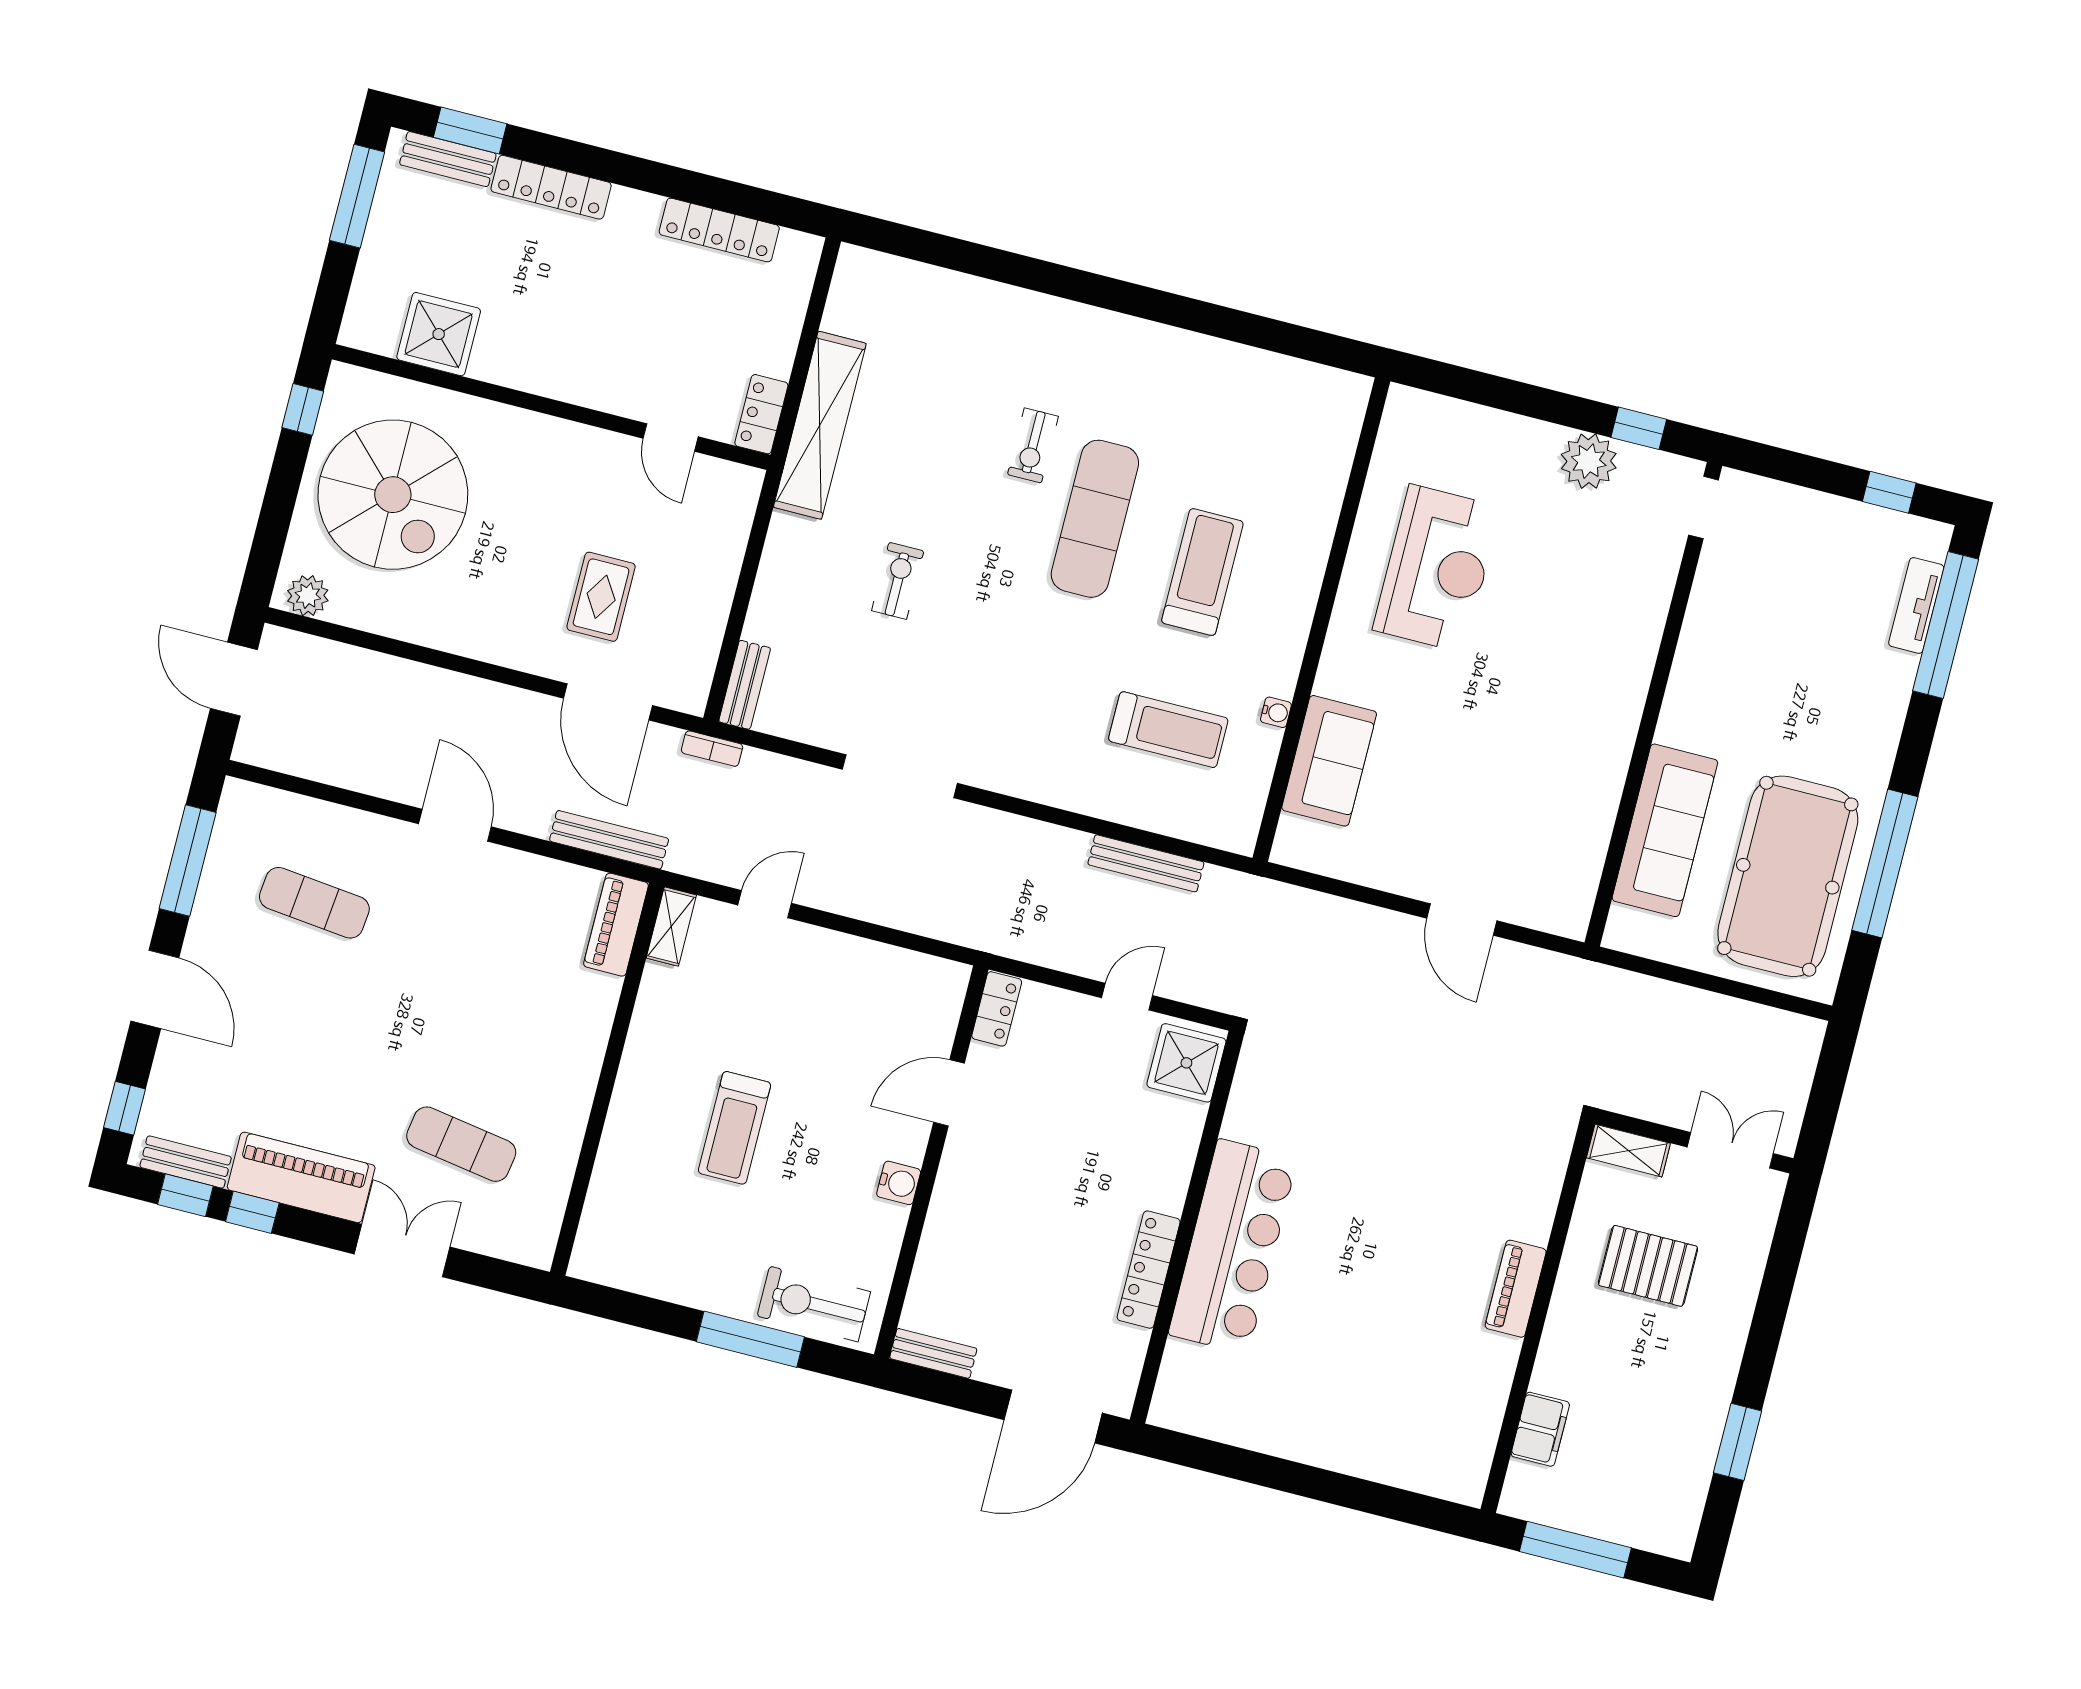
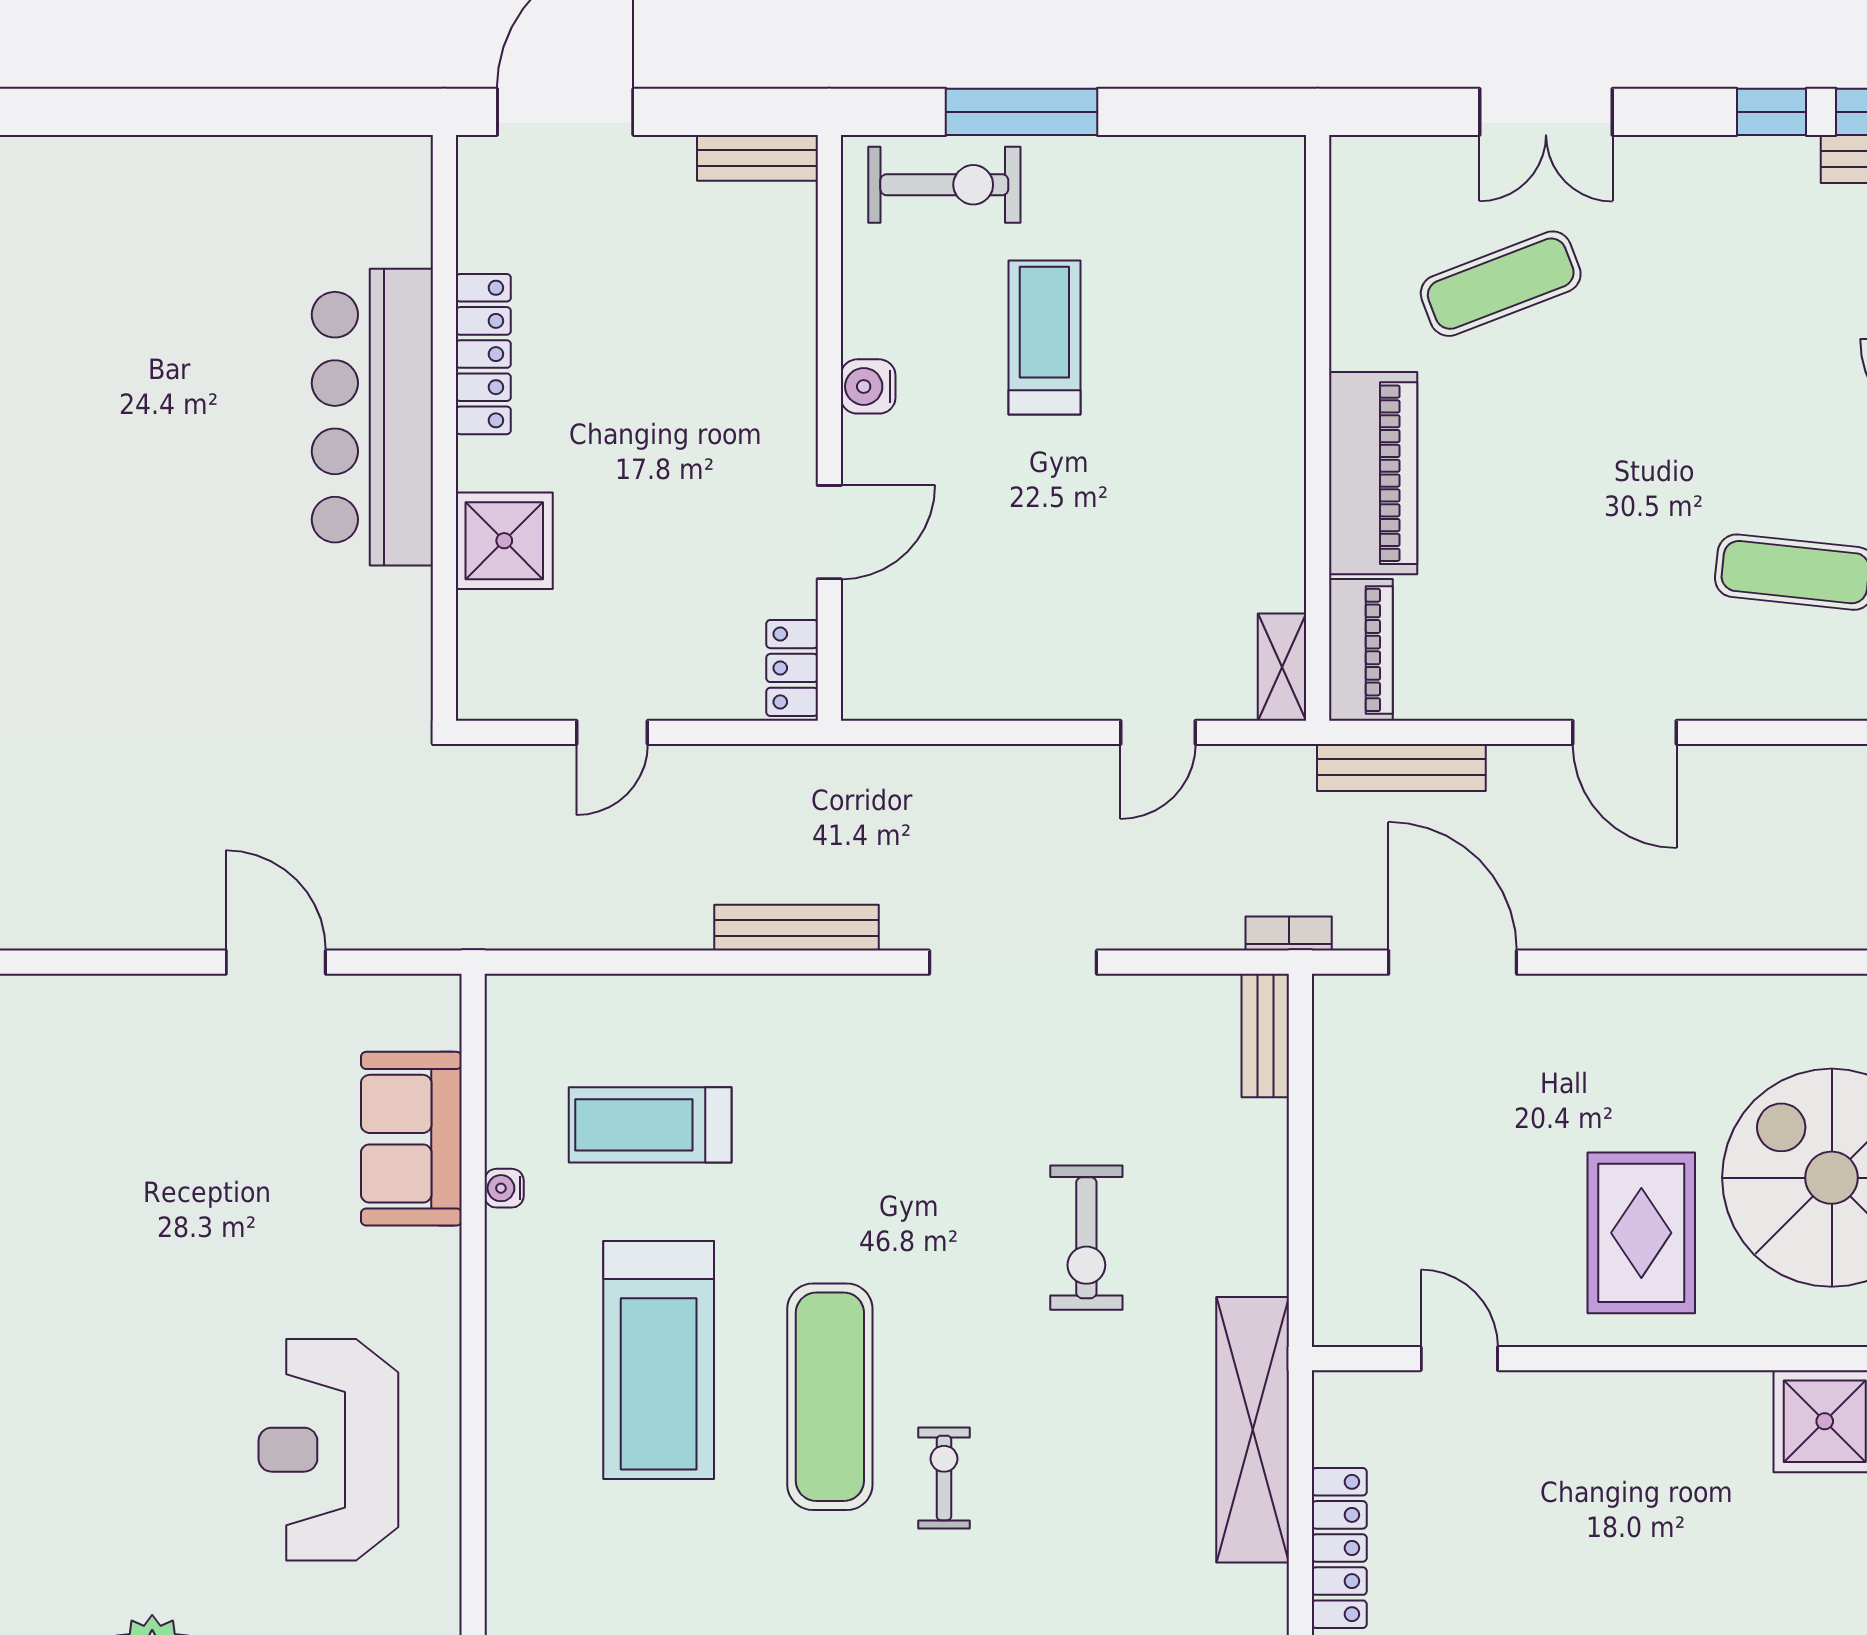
locker: (761, 414) -> (1339, 1548), moved, width x1.53
treadmill: (1202, 572) -> (659, 1360), width x1.37, depth x1.38
exercise bike: (898, 581) -> (1086, 1238), width x1.38, depth x1.39
rug: (601, 597) -> (1641, 1233), moved, width x1.36, depth x1.43
bench: (1146, 863) -> (797, 928), moved
door: (1462, 919) -> (276, 962), moved
shower: (1186, 1063) -> (504, 541), moved
treadmill: (734, 1128) -> (1044, 338), moved
exercise mat: (461, 1144) -> (1501, 284), turned -30
piano: (301, 1177) -> (1373, 473), moved, turned -90

